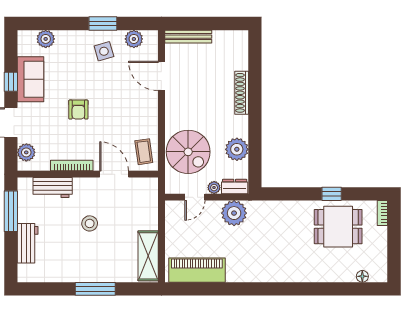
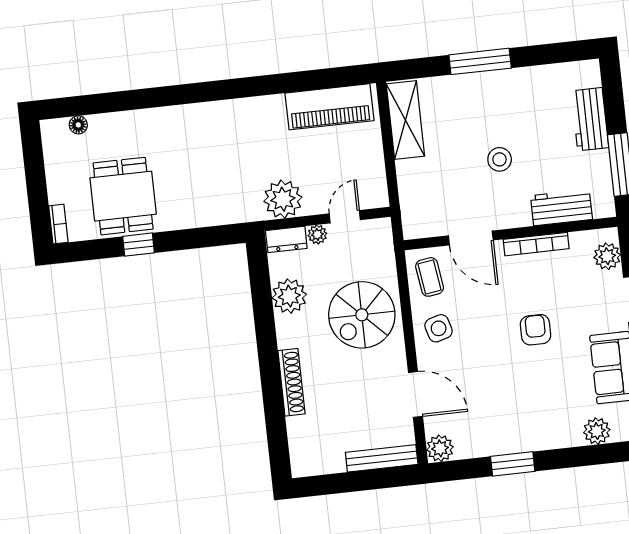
plant: (134, 39) -> (440, 448), moved
side table: (104, 51) -> (439, 328), moved
spiral stairs: (188, 152) -> (362, 315), moved, turned -90
dining table: (338, 227) -> (123, 196), turned 90

